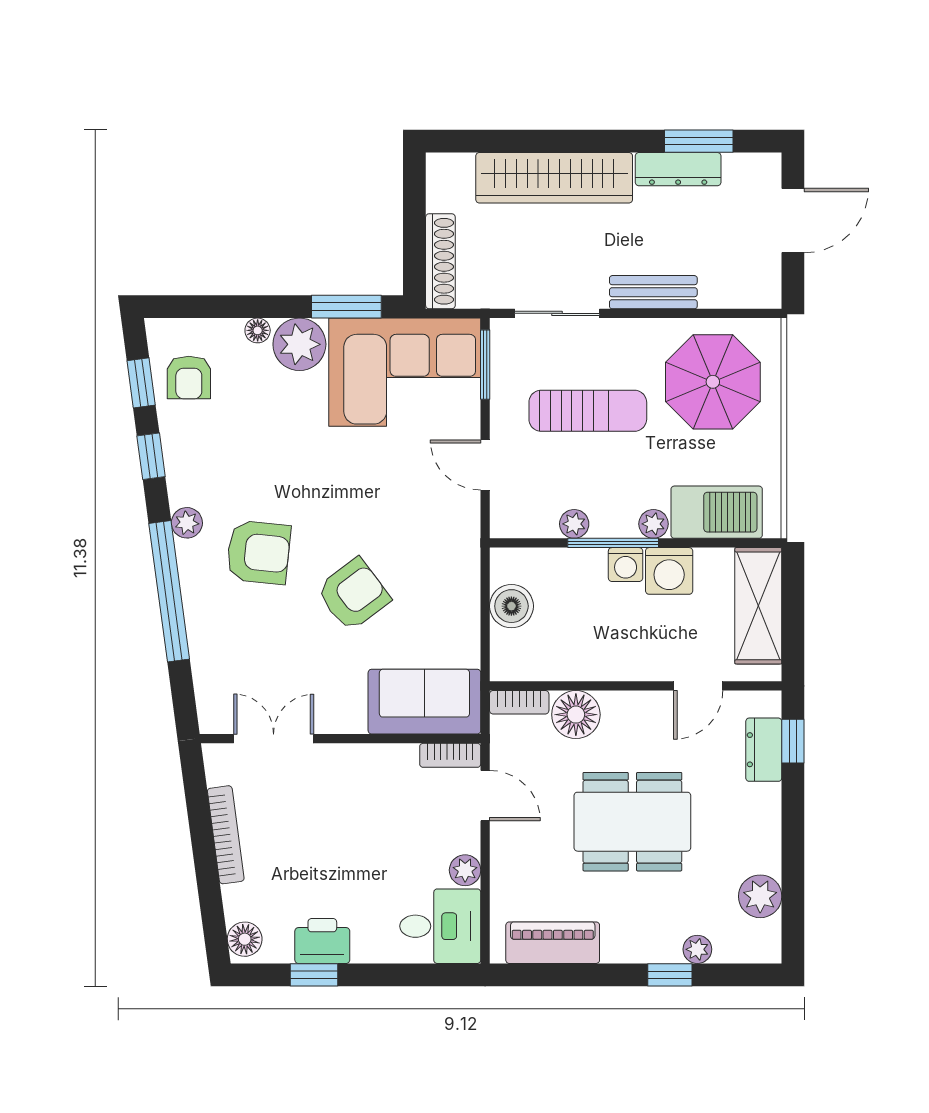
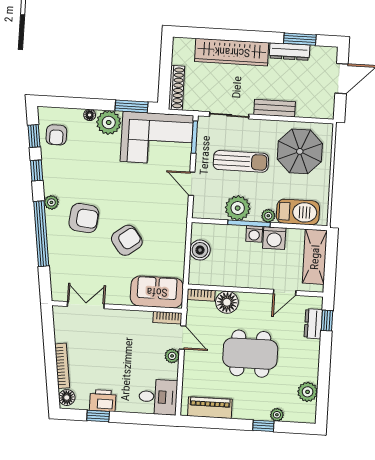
plant: (574, 524) -> (238, 208), width x1.88, depth x1.88
bookcase: (226, 835) -> (62, 366), moved
plant: (465, 870) -> (172, 356), moved

